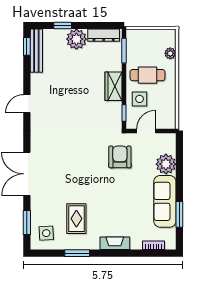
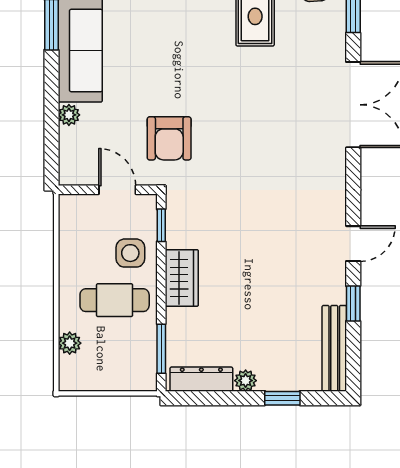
plant: (76, 39) -> (246, 381), width x0.53, depth x0.53
window: (27, 46) -> (353, 304), moved
door: (146, 131) -> (117, 190), swing flipped
plant: (166, 164) -> (69, 115), width x0.53, depth x0.53

